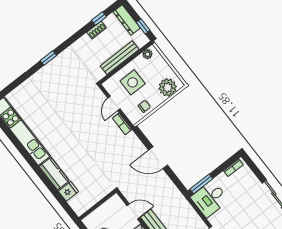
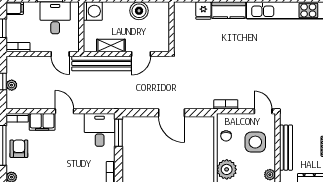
door: (114, 103) -> (263, 111), moved
door: (158, 158) -> (171, 113), swing flipped

